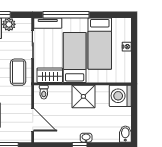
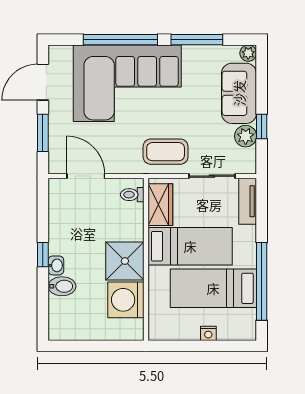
window: (66, 15) -> (262, 281), moved
washing machine: (120, 96) -> (126, 300), moved, turned -90
door: (33, 120) -> (86, 176), swing flipped
bidet: (125, 134) -> (62, 286), moved

